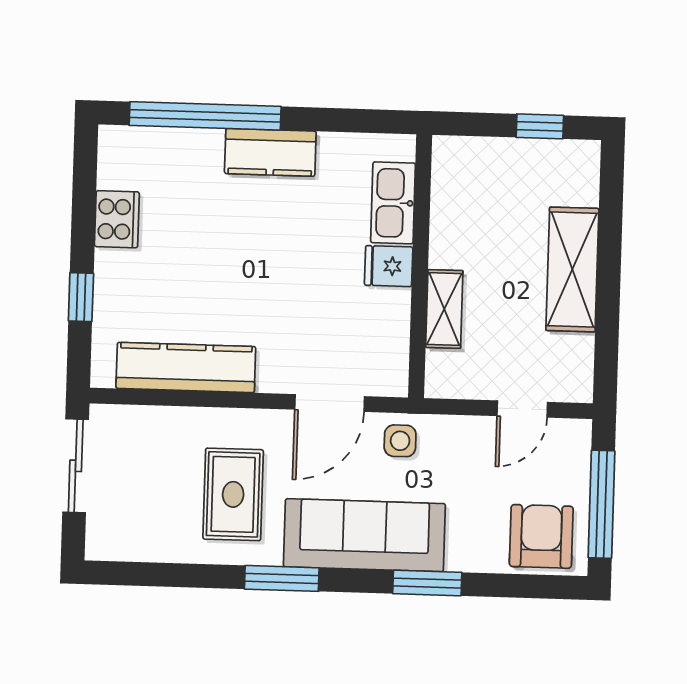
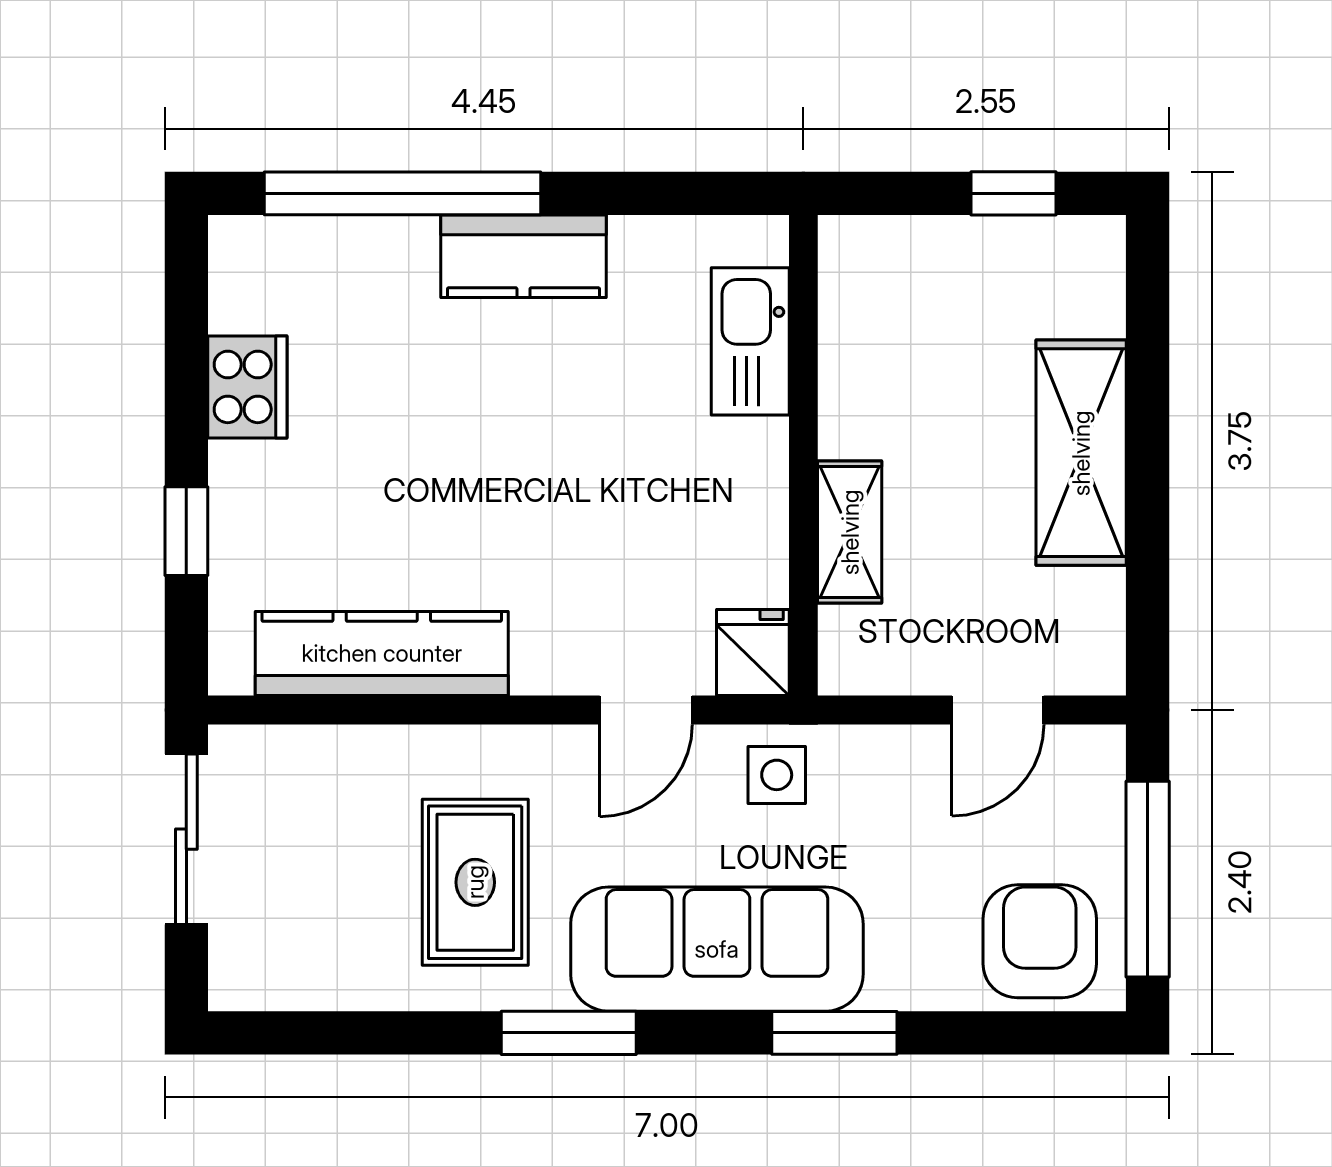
fridge: (389, 266) -> (753, 652), moved, turned 90
door: (330, 403) -> (646, 710), width x0.73

